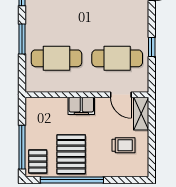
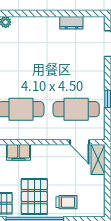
filing cabinet: (81, 106) -> (18, 152), moved
trolley: (123, 145) -> (66, 202), moved

